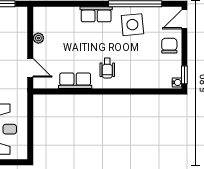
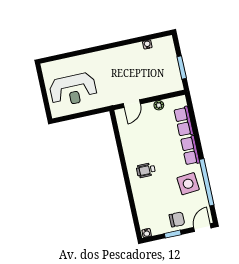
door: (184, 19) -> (202, 228), hinge flipped
window: (184, 75) -> (173, 234), moved
row of seats: (75, 81) -> (184, 121), moved, turned 180

